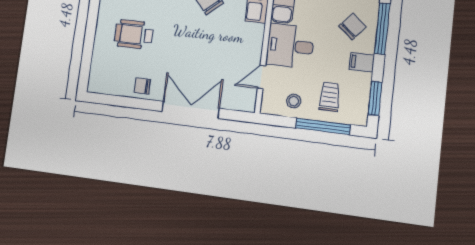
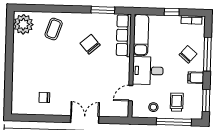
wheelchair: (134, 34) -> (40, 72), removed
chair: (142, 86) -> (44, 97), moved
double door: (191, 110) -> (85, 119), width x0.73

